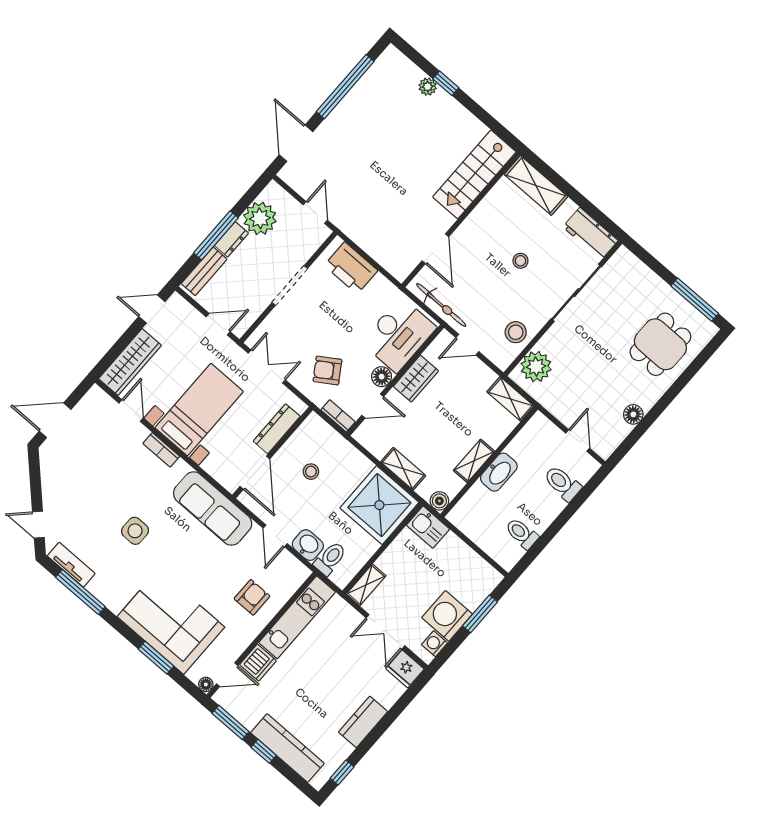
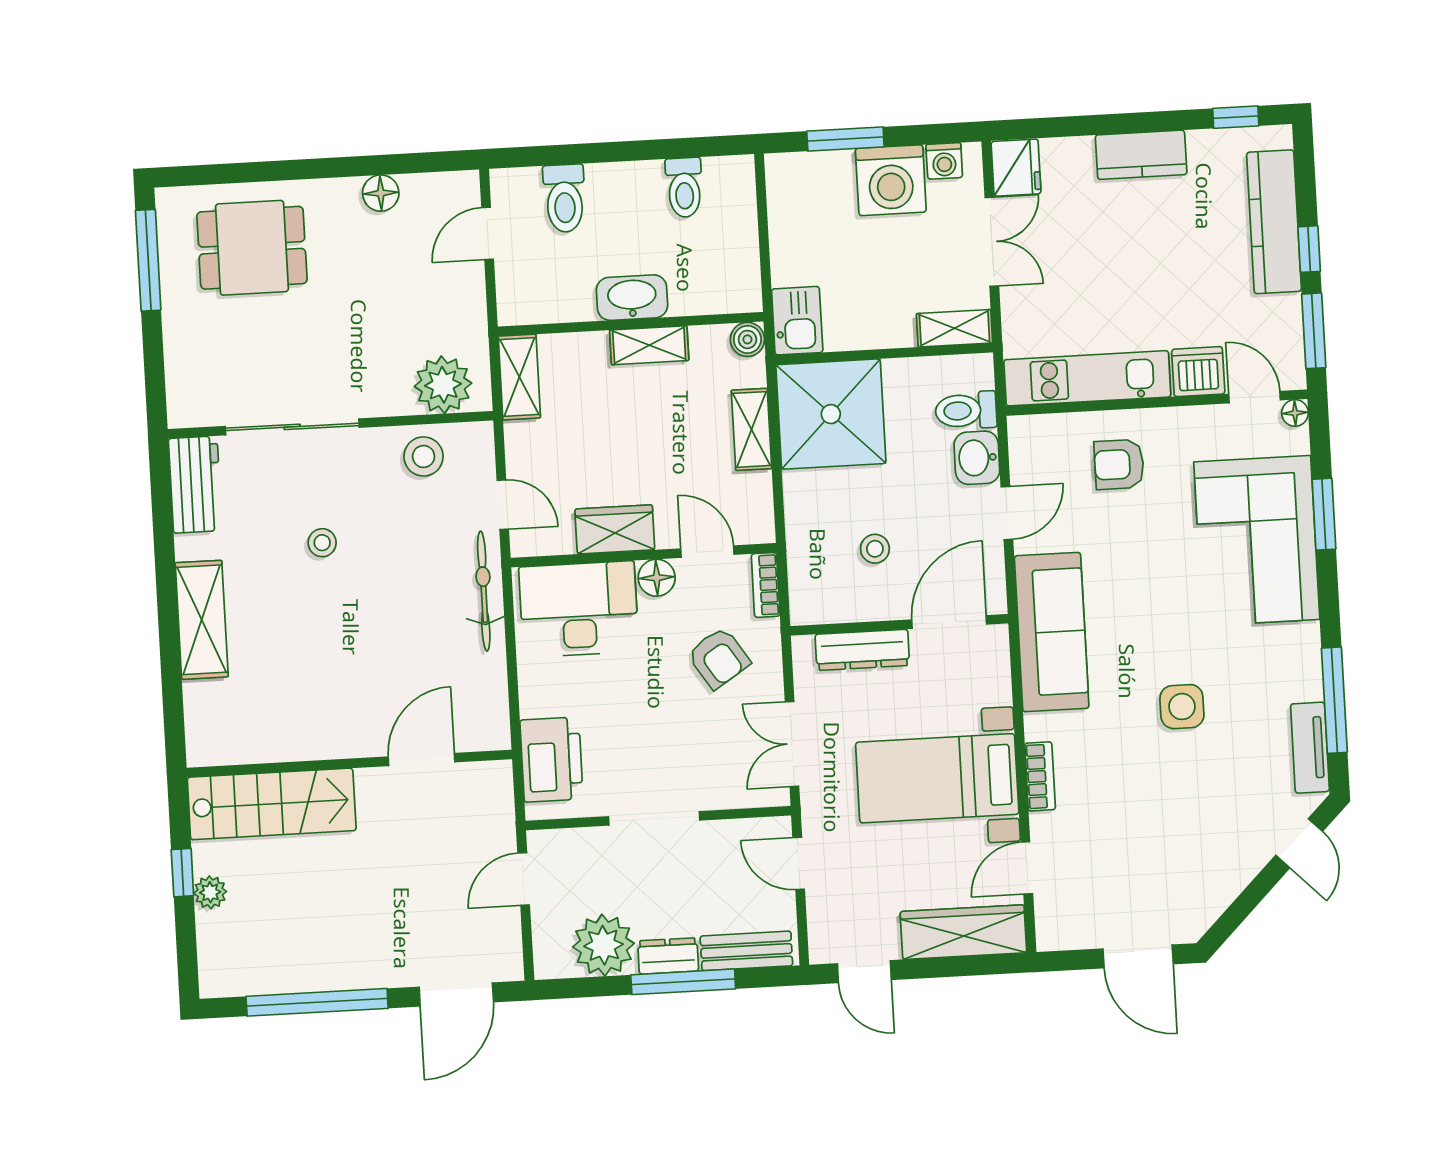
stairs: (474, 174) -> (272, 804), moved
wall: (461, 220) -> (349, 763), moved
door: (435, 249) -> (421, 759), moved

